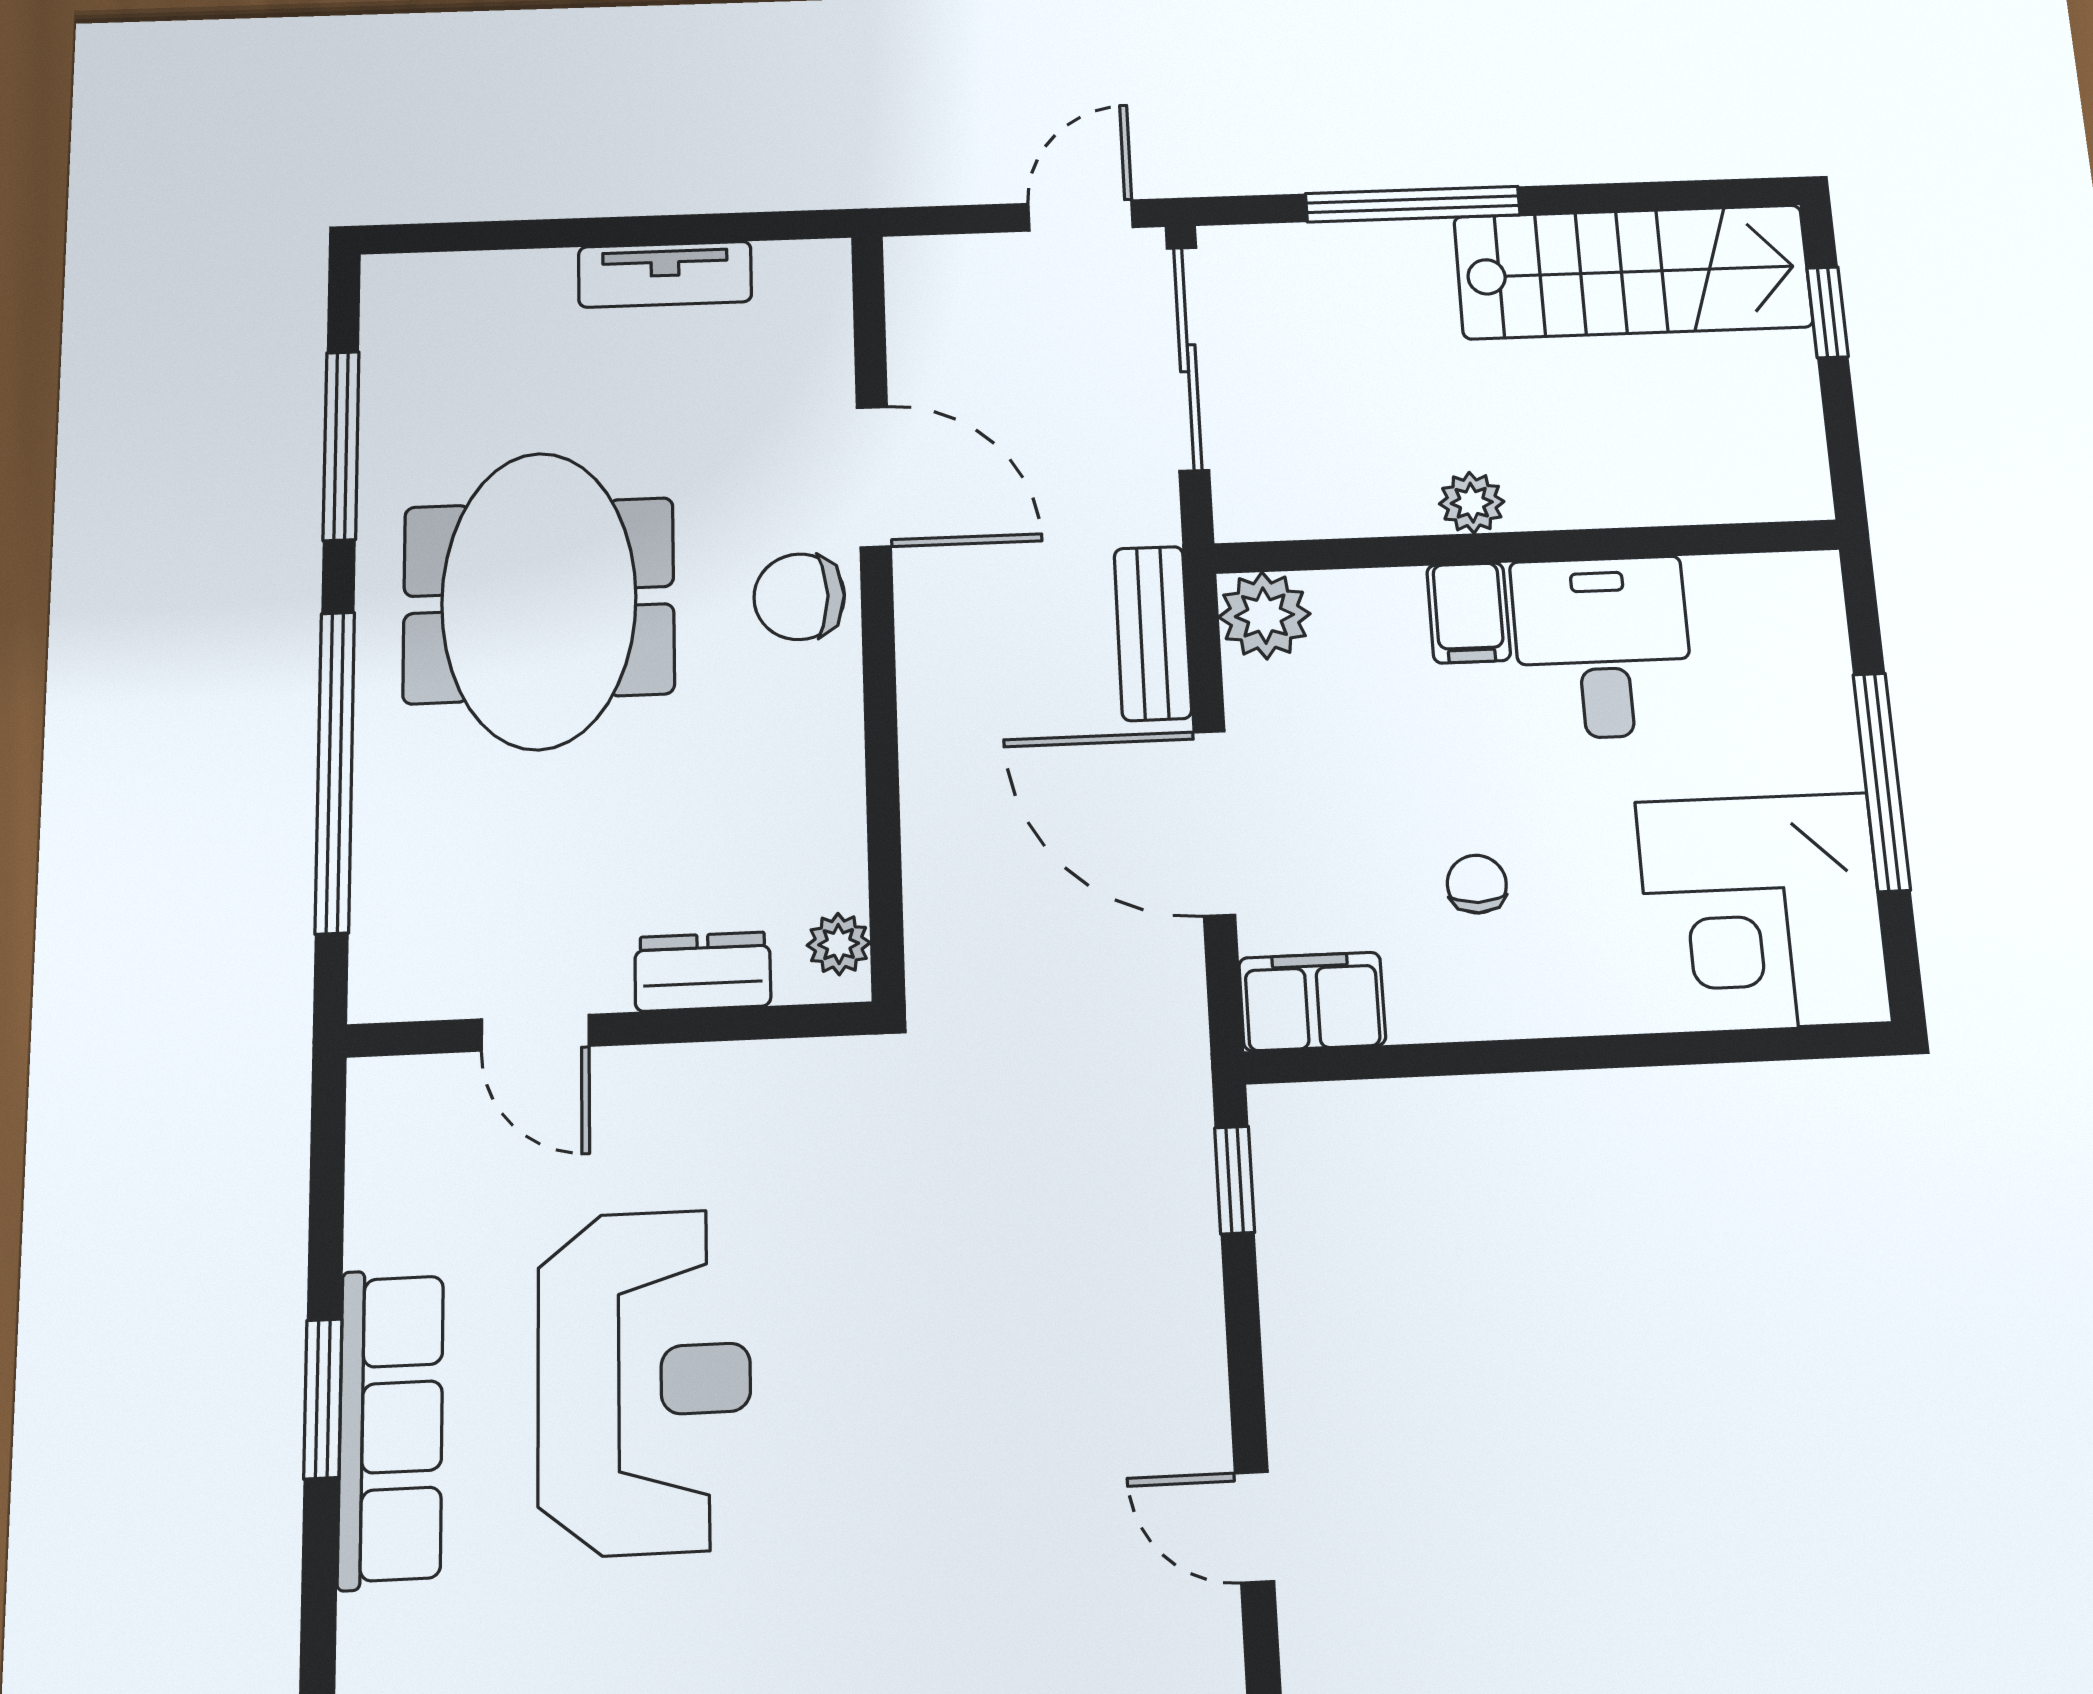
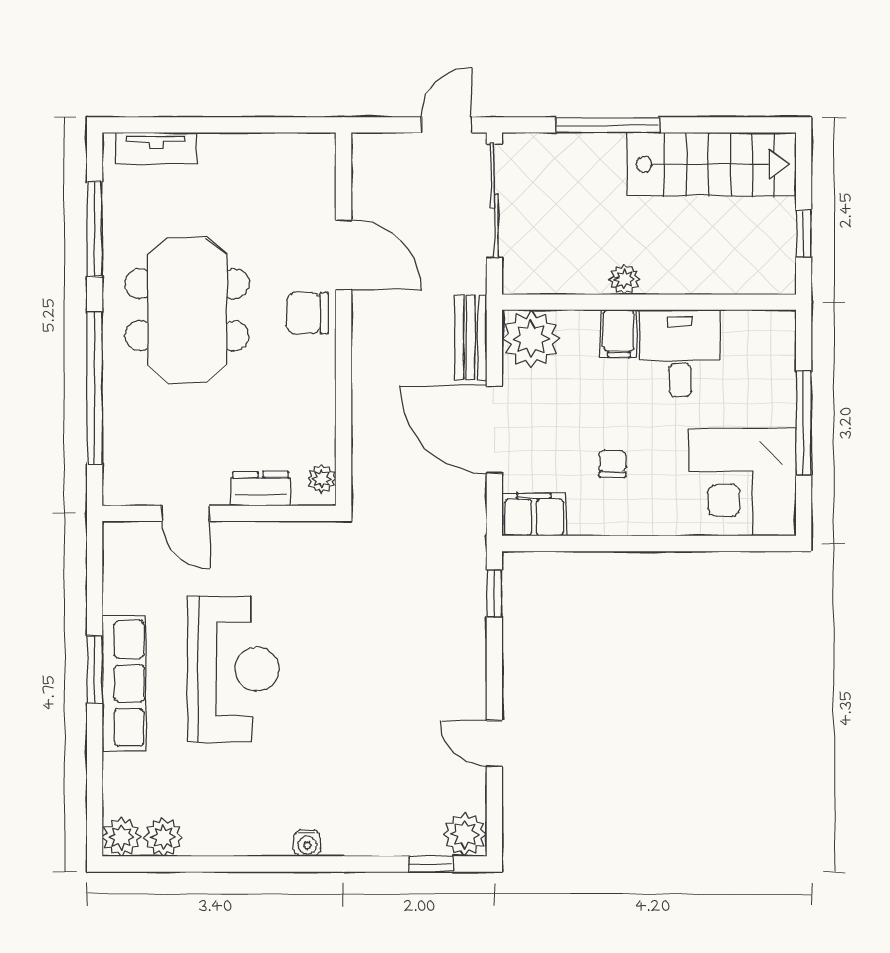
tv unit: (665, 274) -> (156, 148), moved
window: (1828, 312) -> (804, 234), moved
plant: (1264, 615) -> (531, 339), width x1.36, depth x1.36

